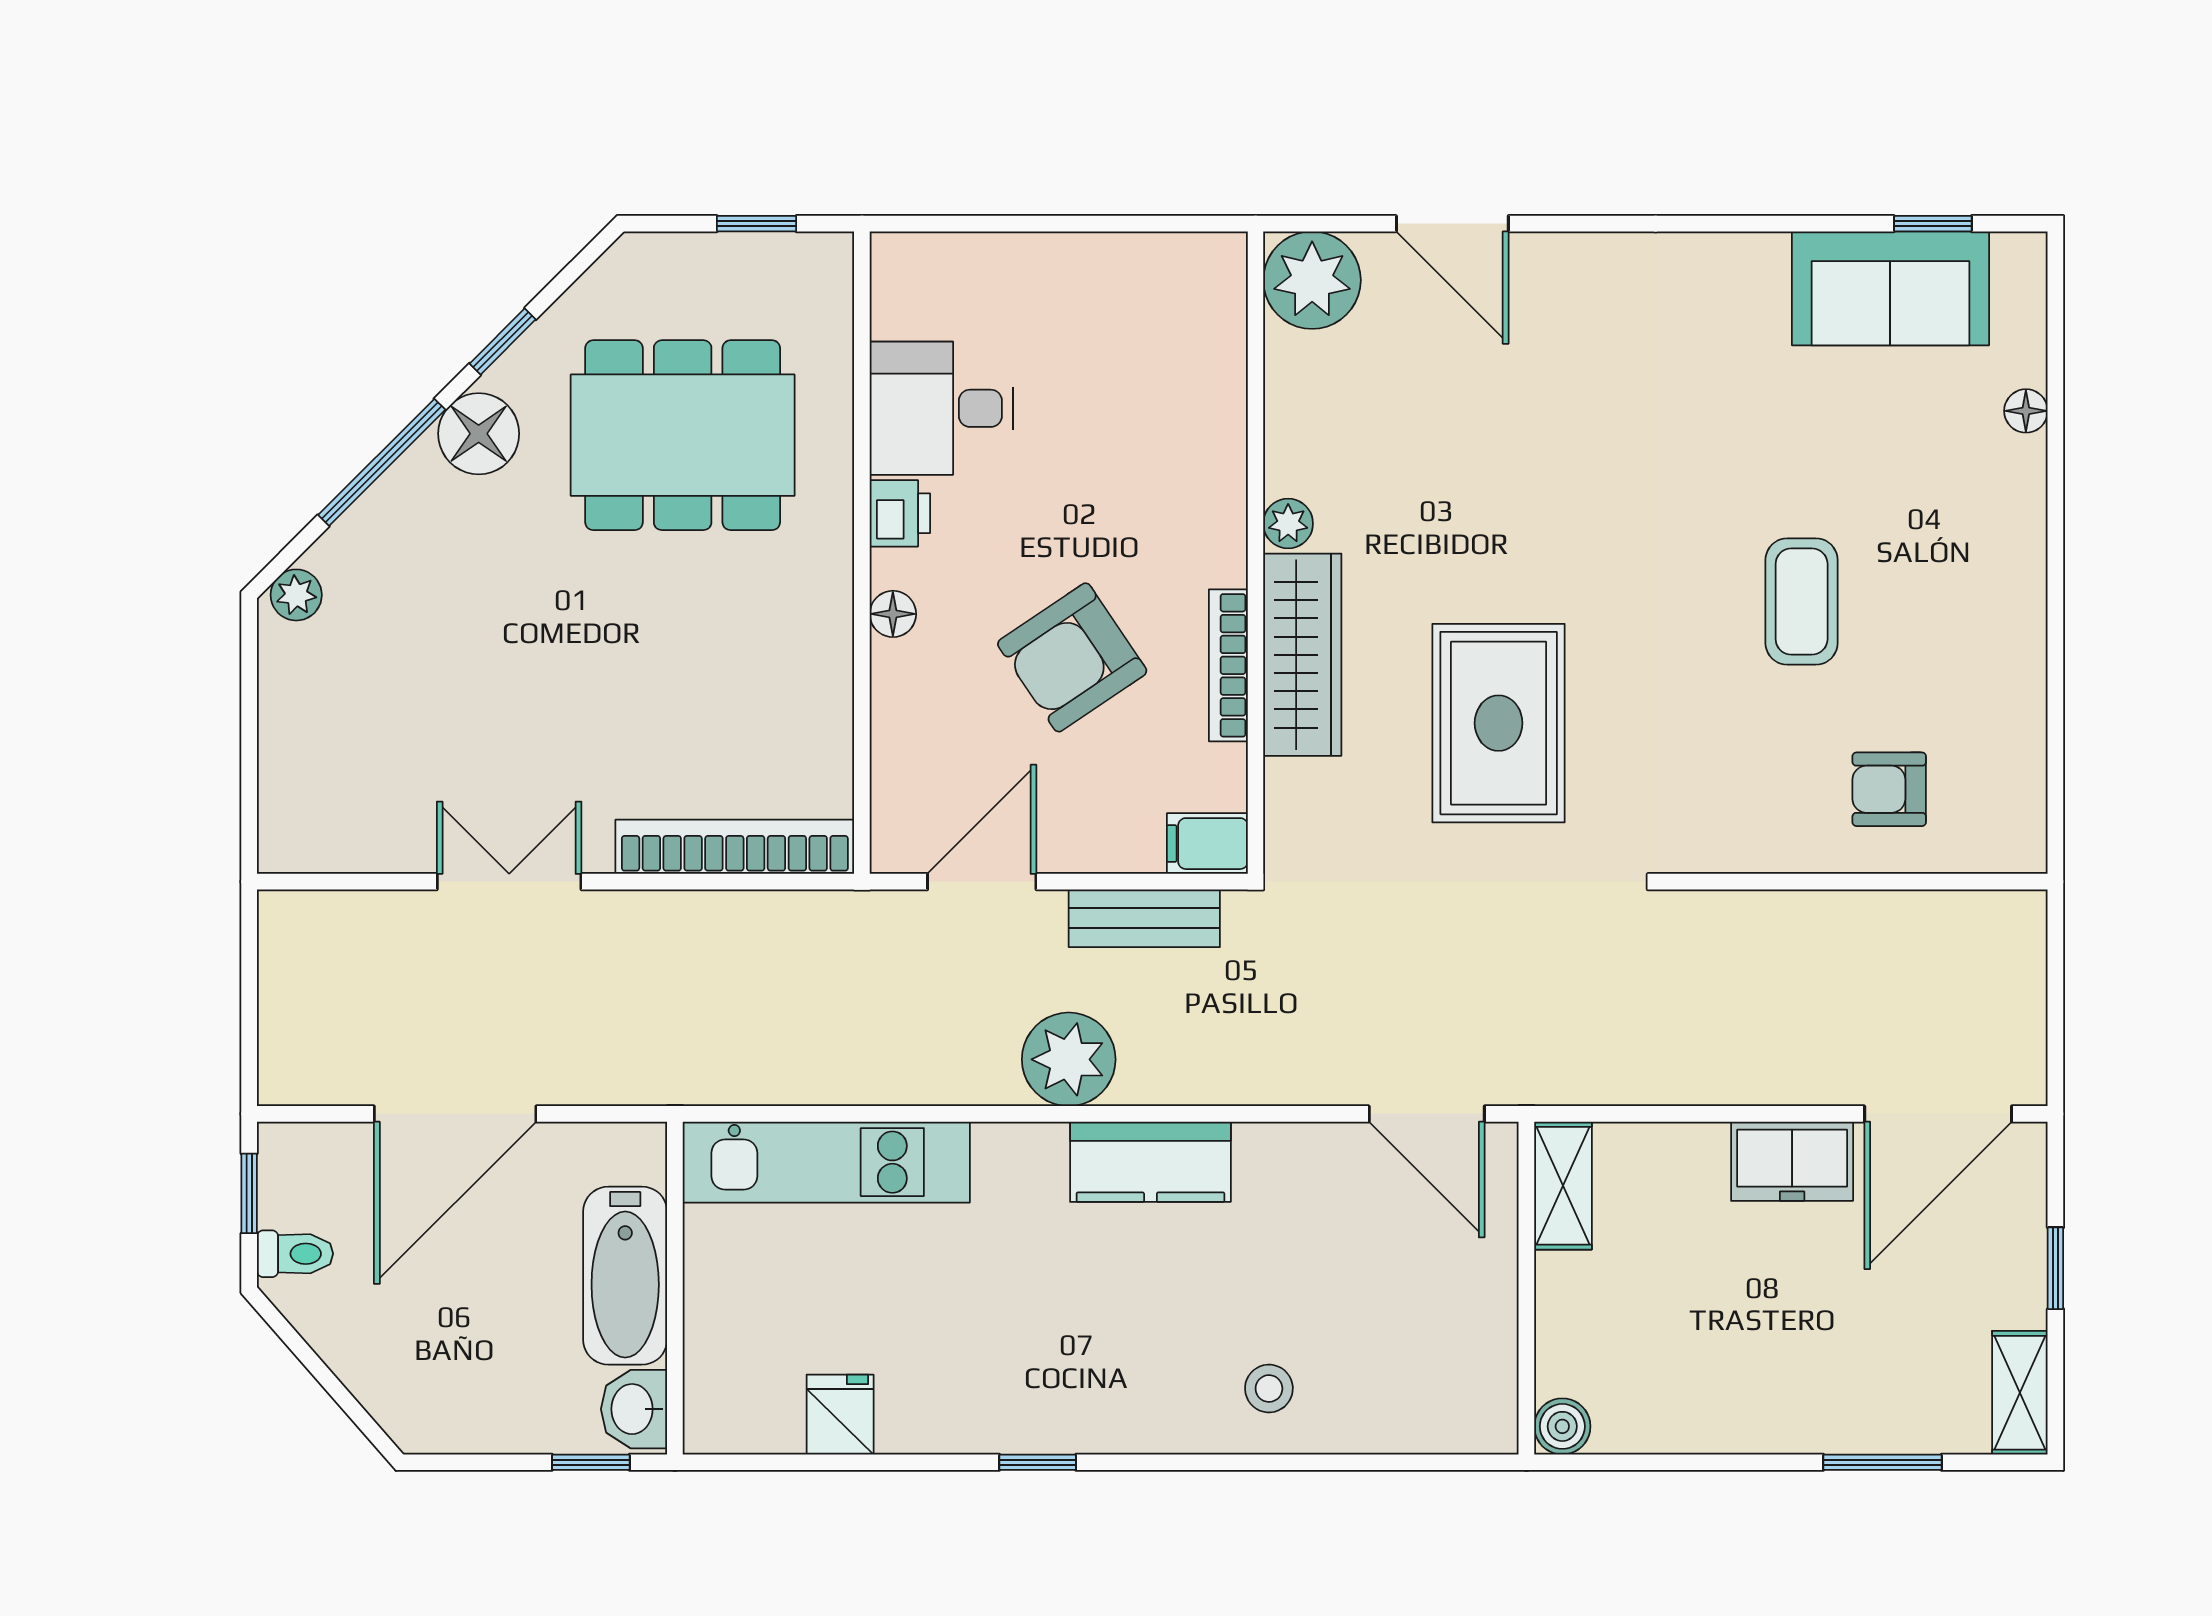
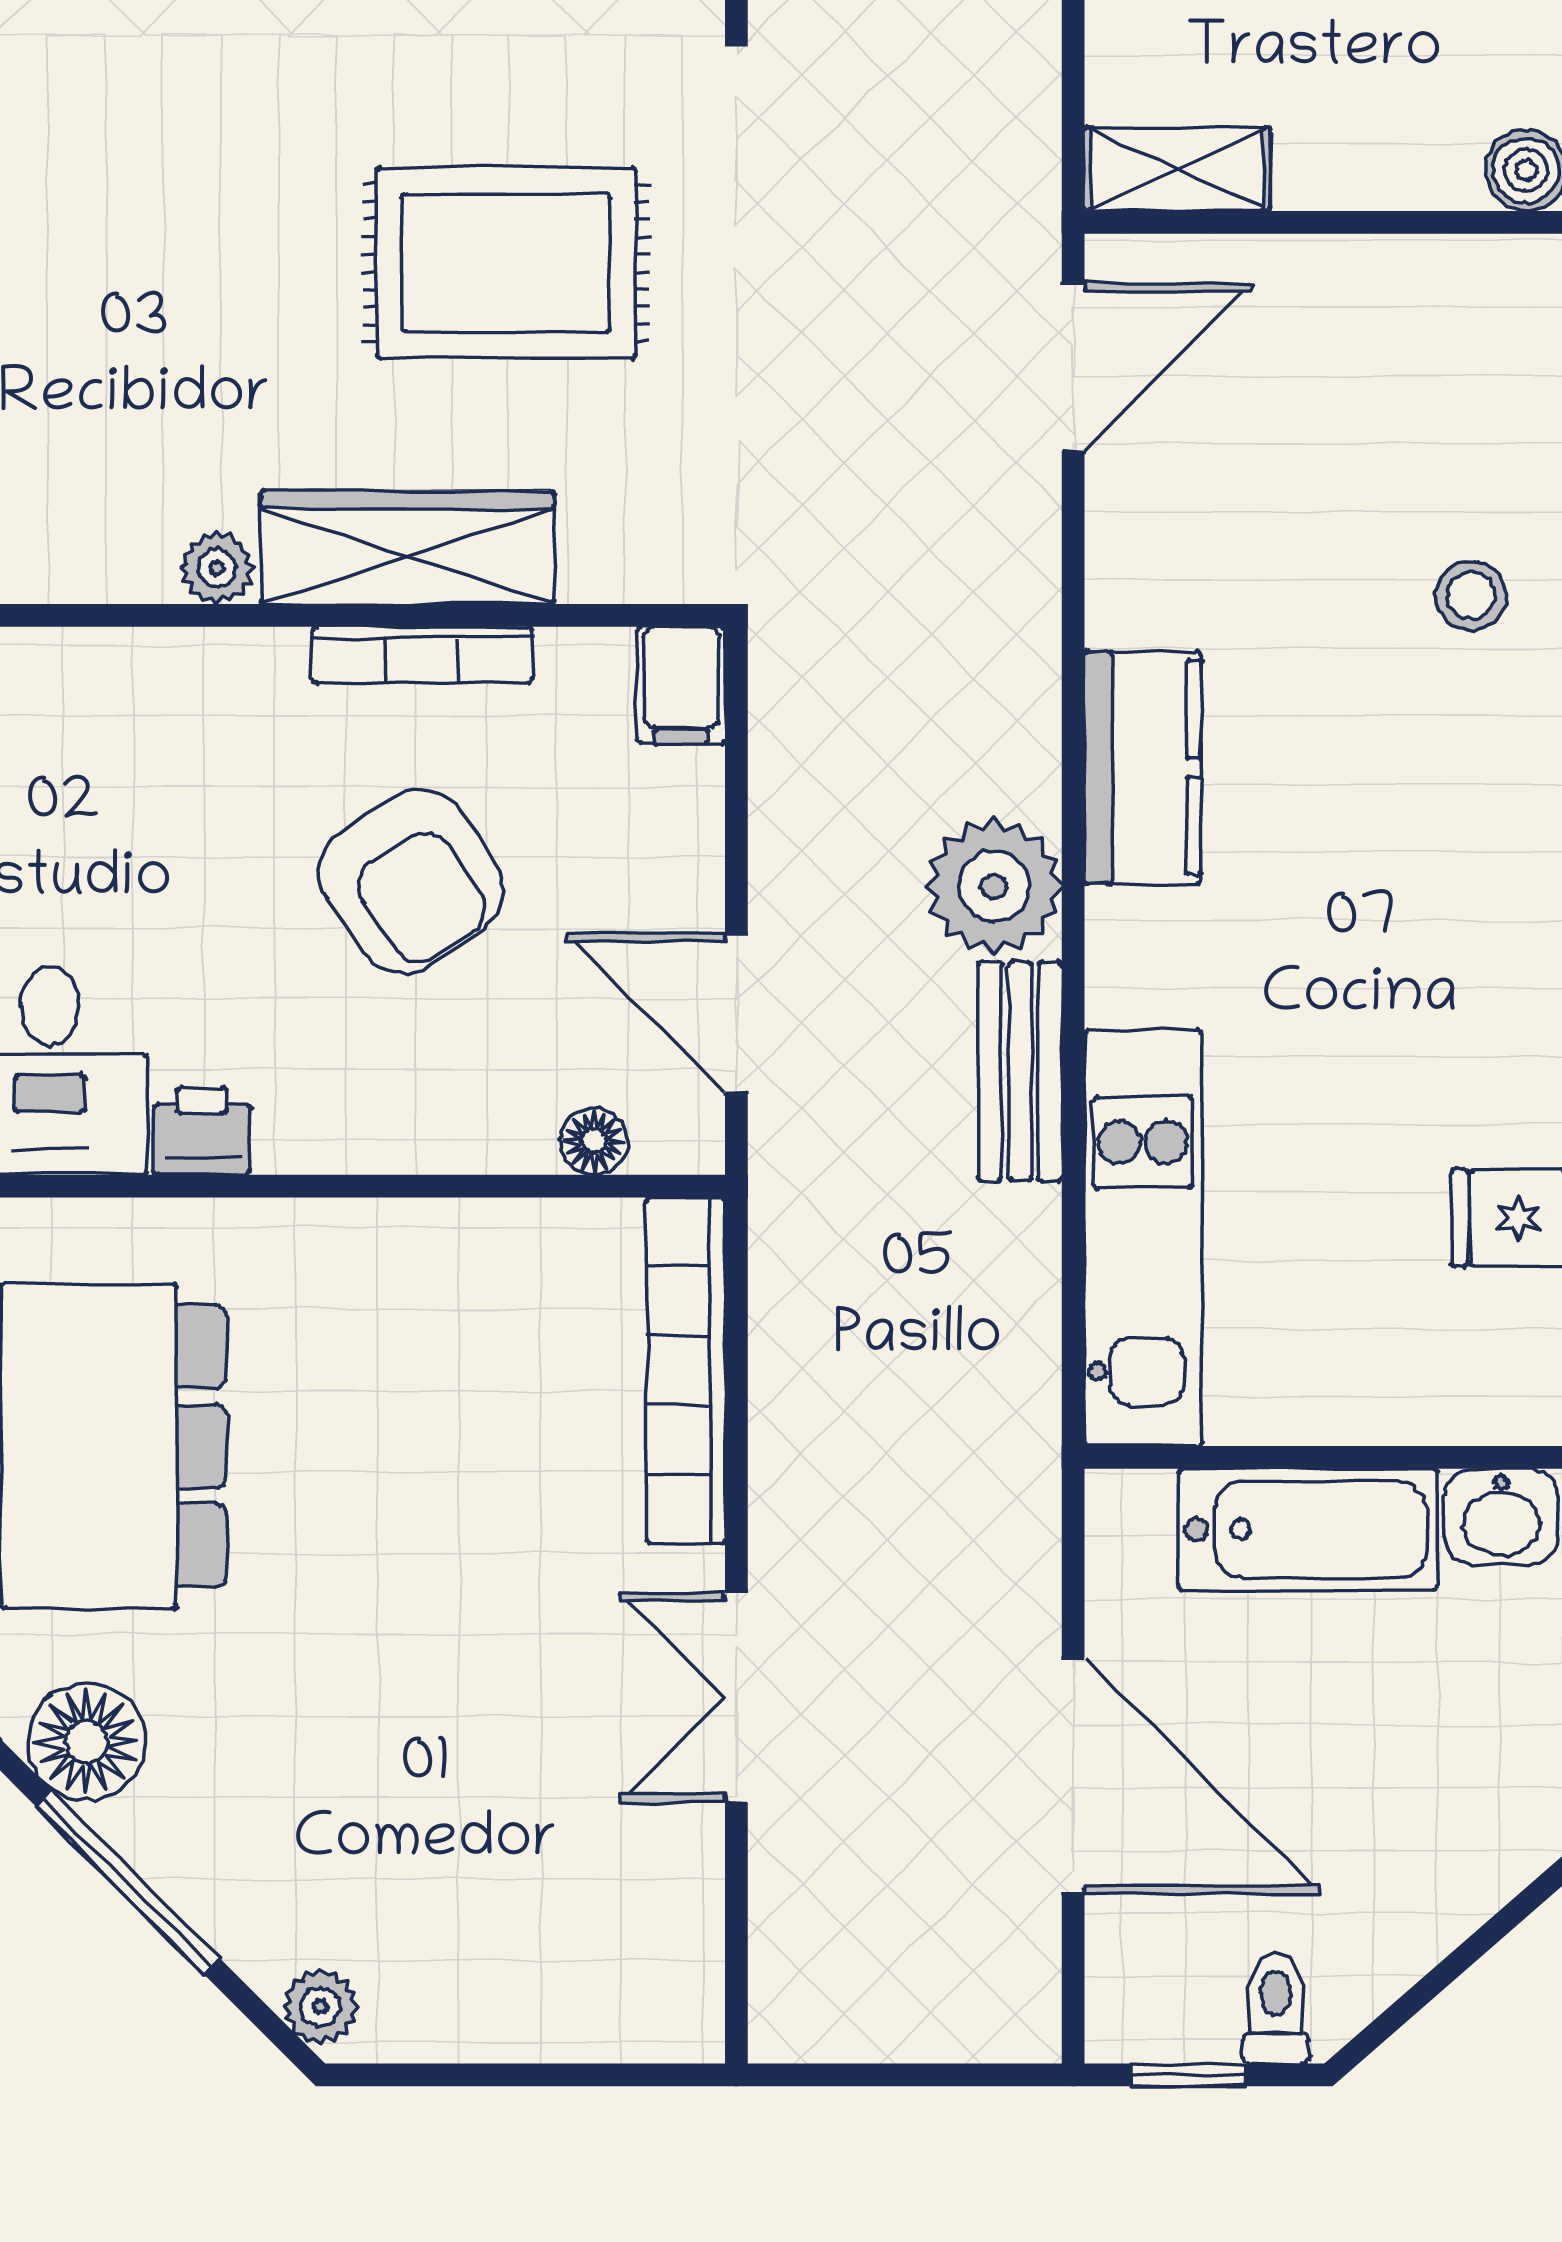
floor lamp: (893, 614) -> (594, 1141), moved
bench: (1144, 918) -> (1020, 1071), moved

